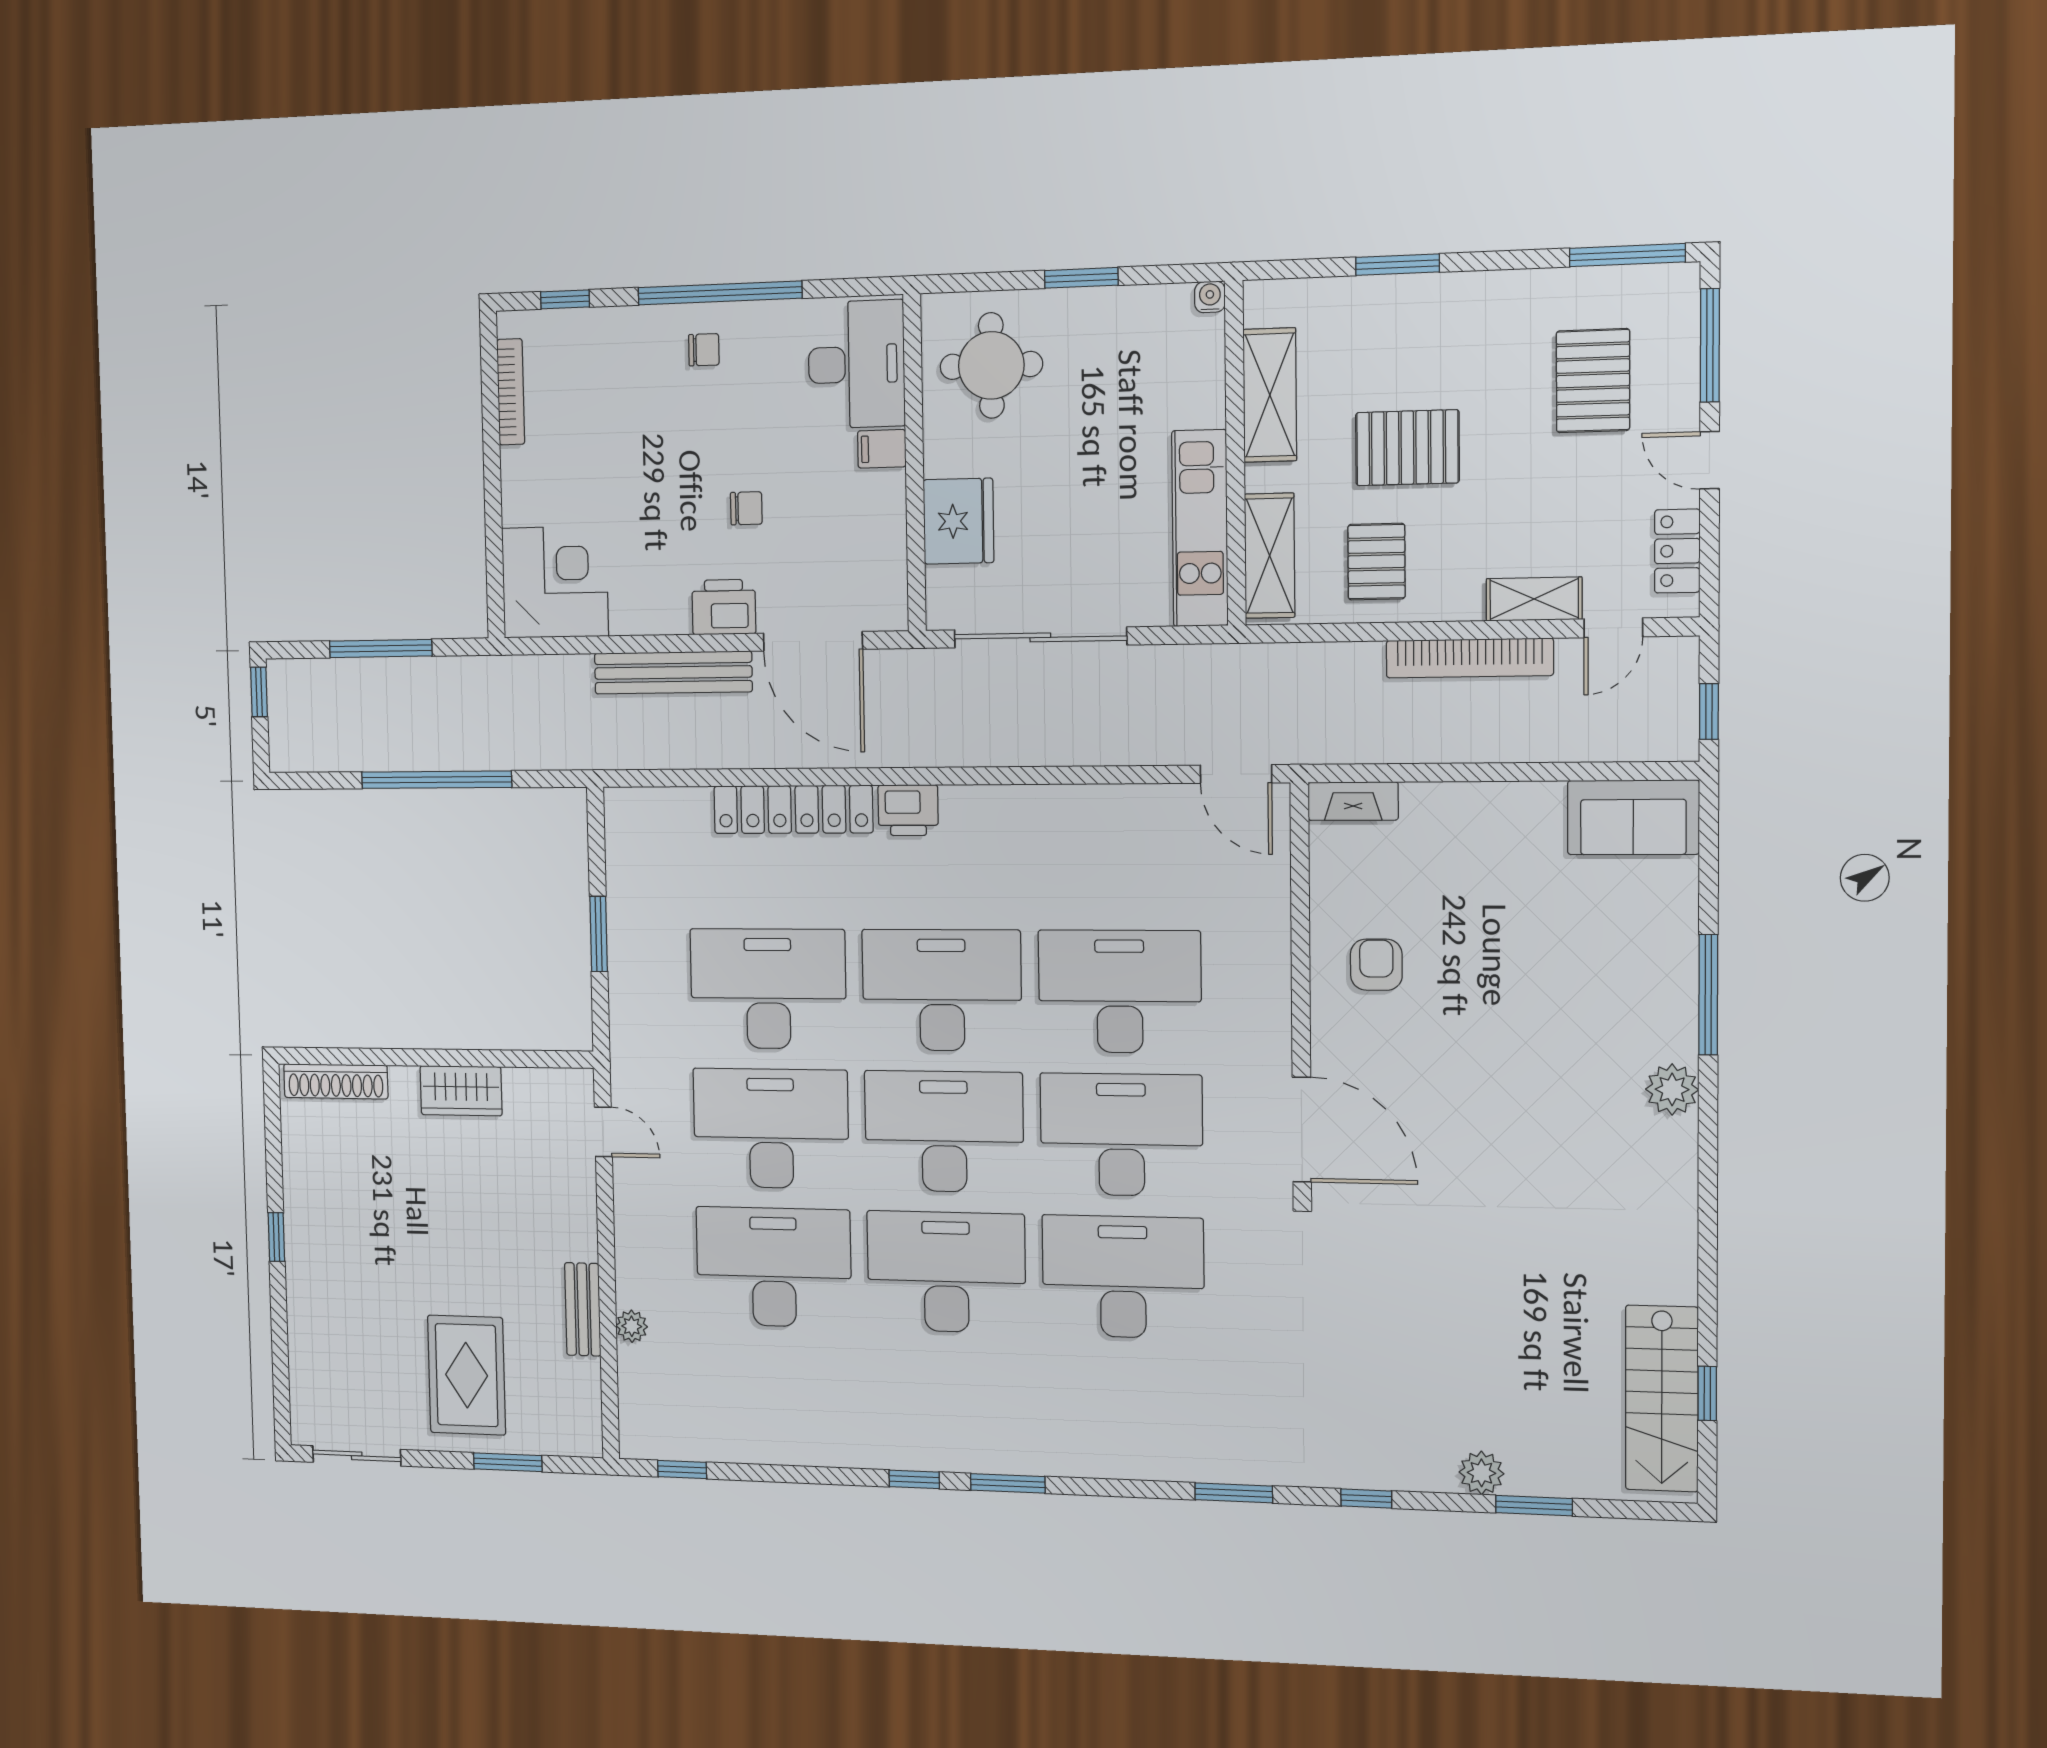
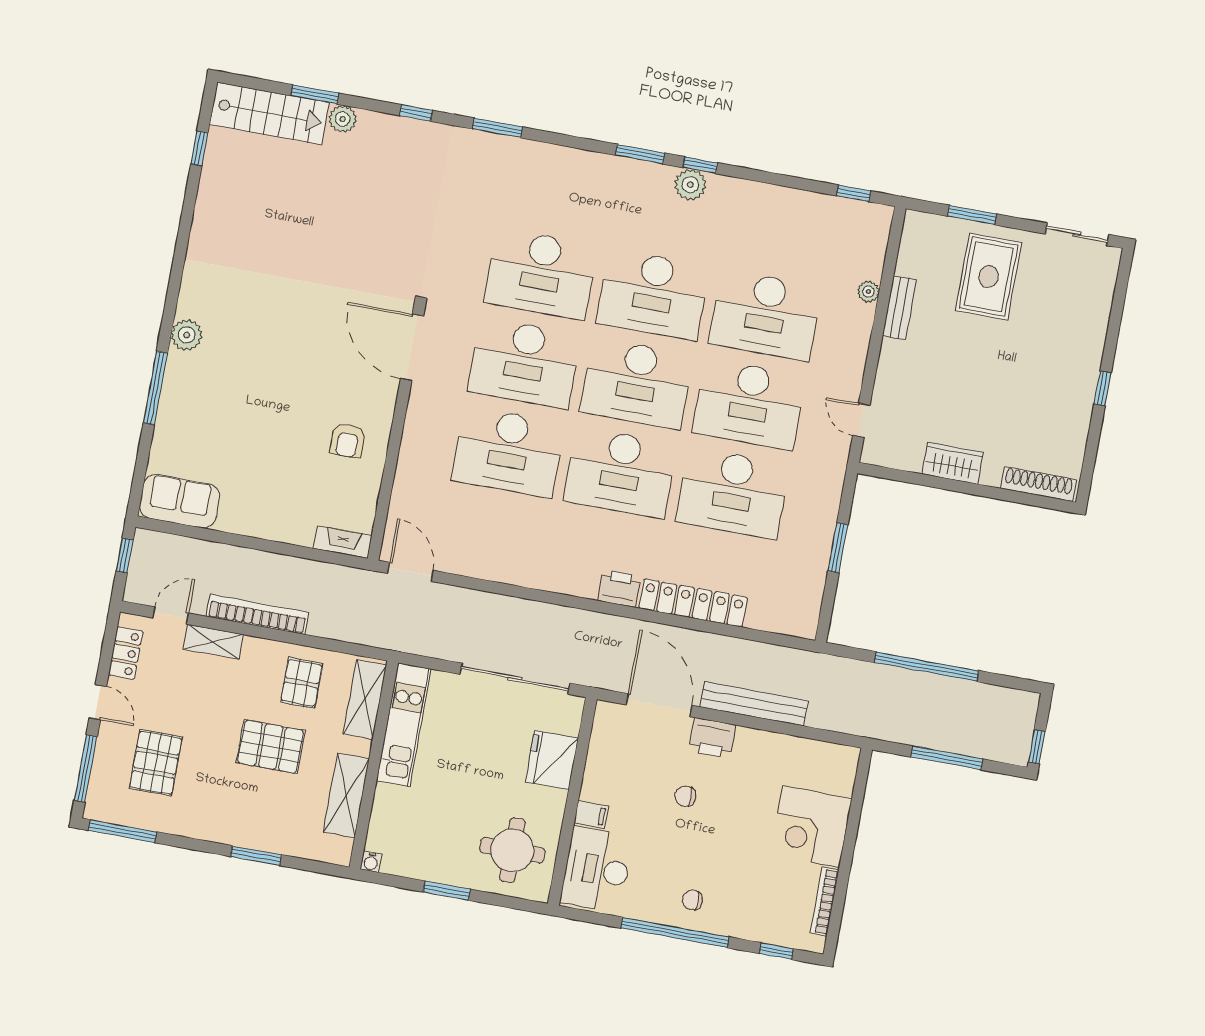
corner desk: (555, 582) -> (811, 827), moved
stairs: (1662, 1399) -> (269, 113), moved, turned 90
plant: (923, 1448) -> (690, 185), added

